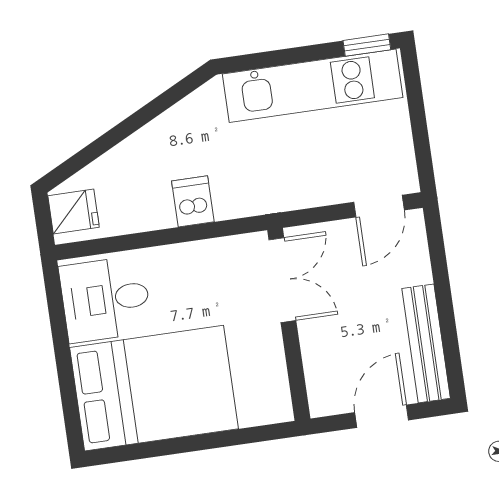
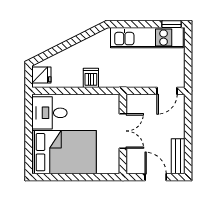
double door: (282, 280) -> (123, 131), moved
bench: (426, 343) -> (178, 156), width x0.73
door: (382, 416) -> (156, 177), hinge flipped

